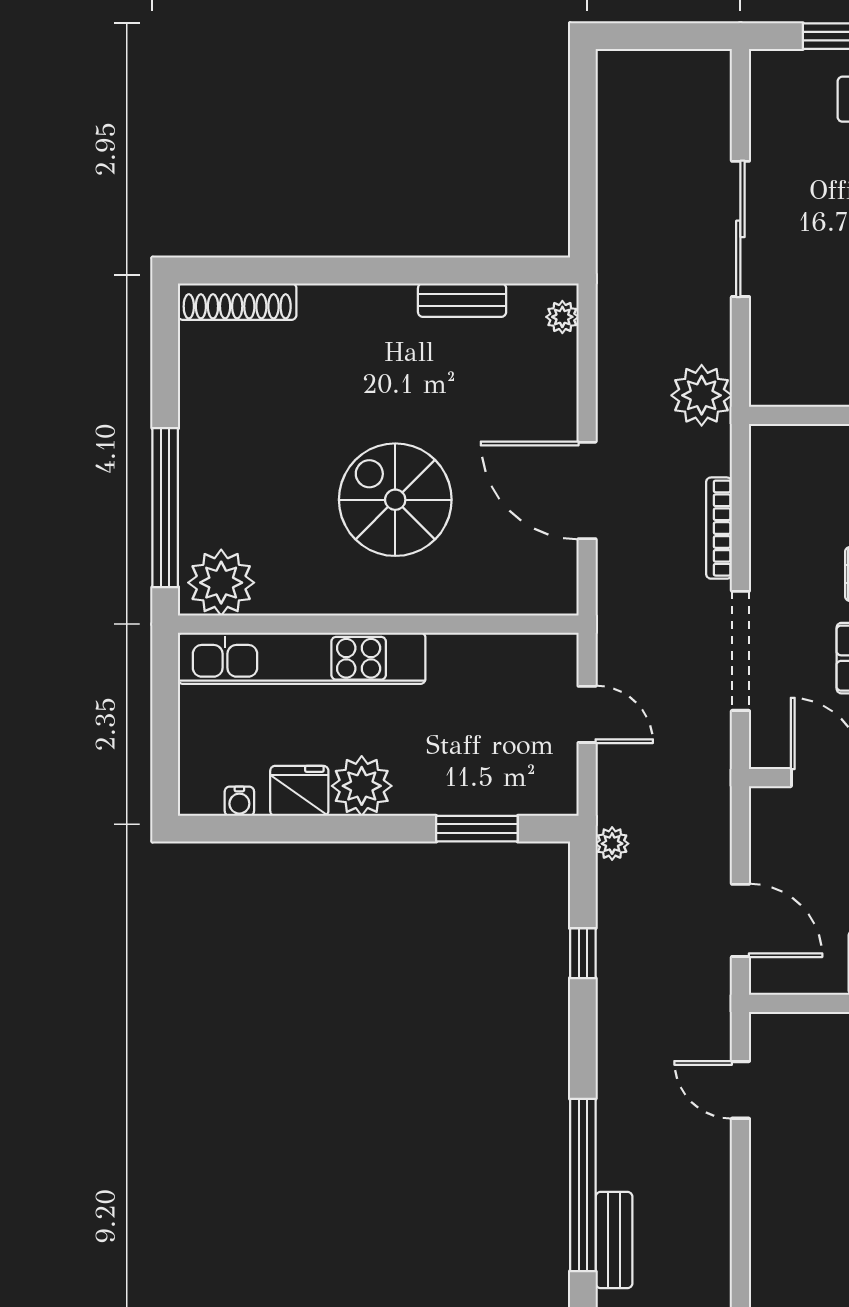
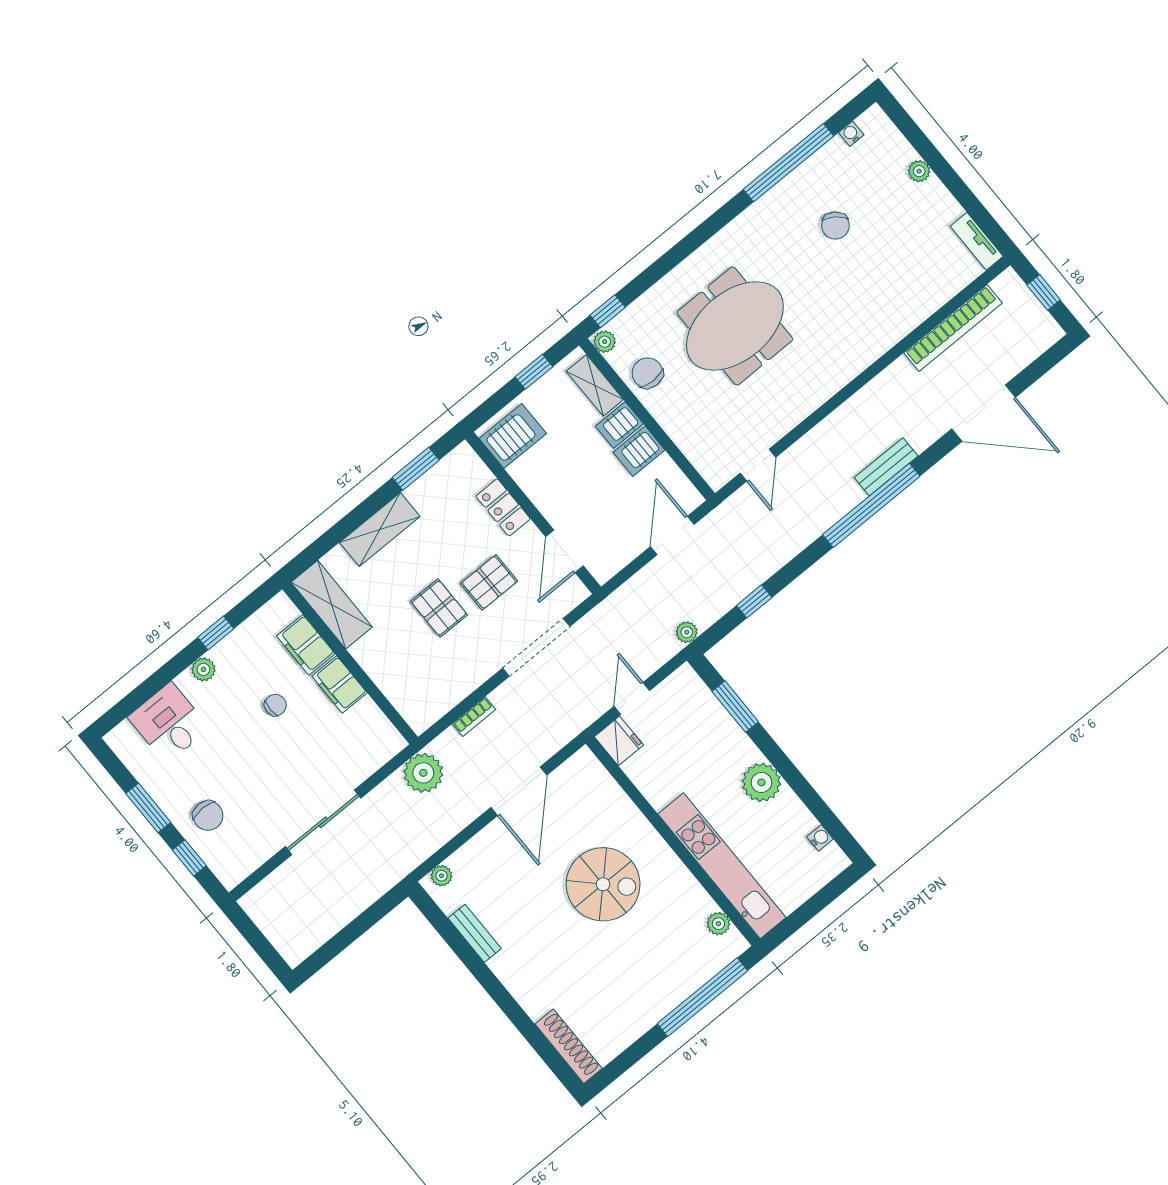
spiral stairs: (395, 500) -> (603, 884), turned -90
bookcase: (719, 528) -> (474, 717), width x0.64
plant: (221, 583) -> (718, 924), width x0.53, depth x0.53
fridge: (299, 791) -> (619, 741), moved, turned 180

